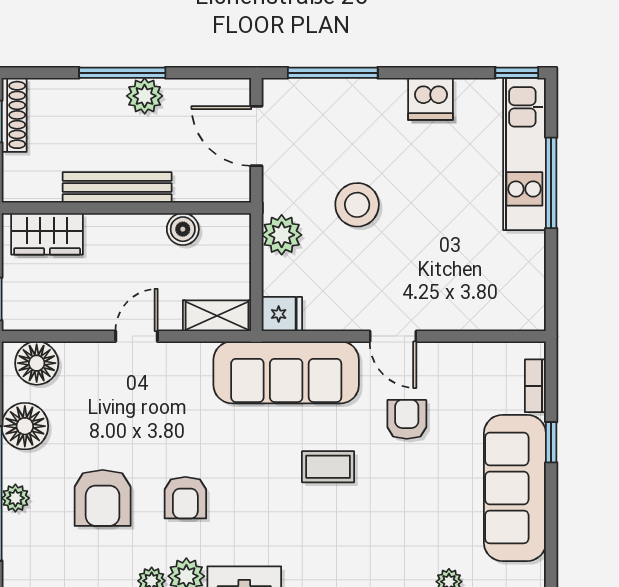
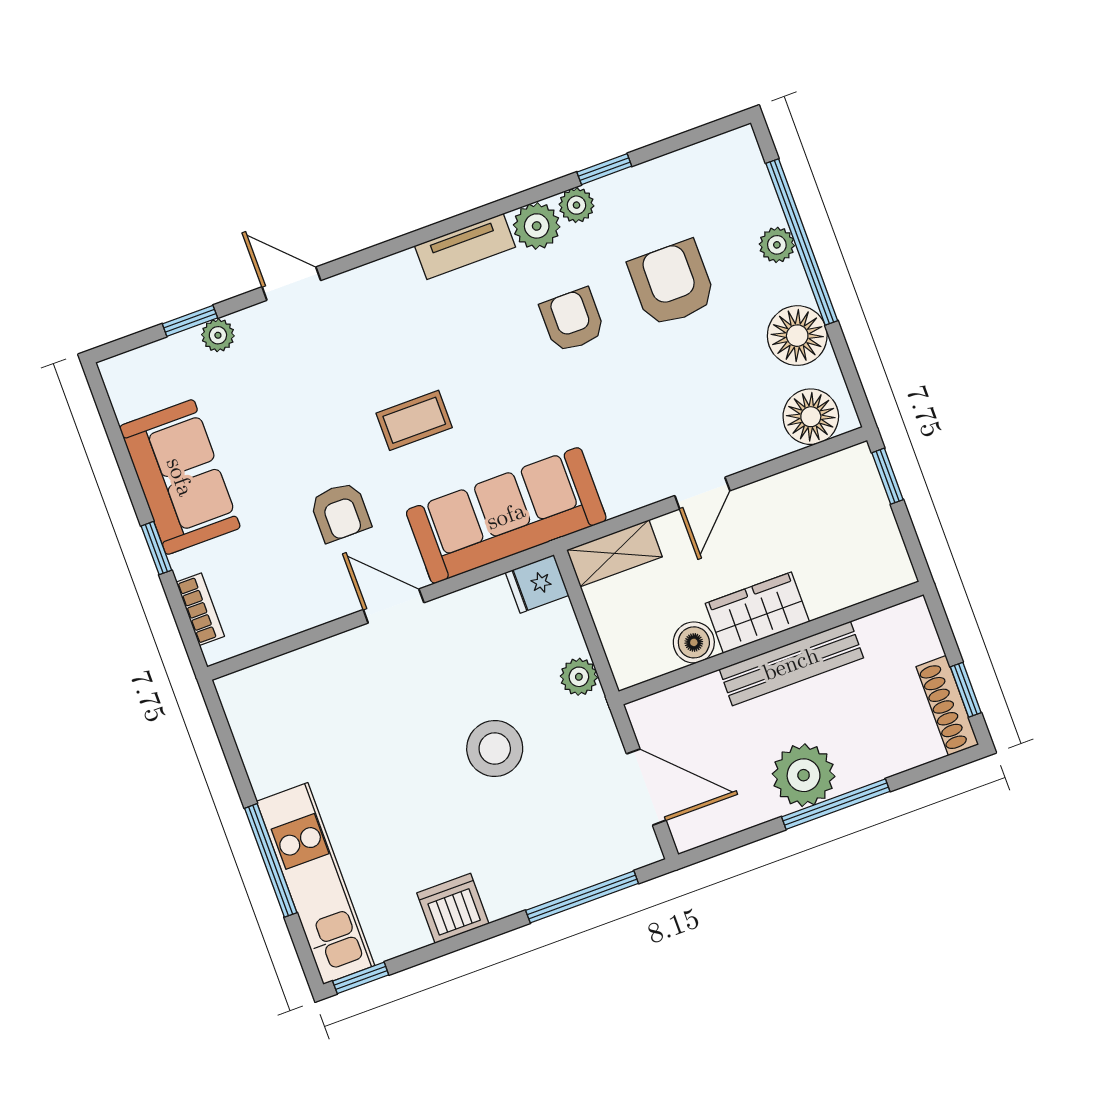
plant: (145, 96) -> (804, 775), width x1.36, depth x1.36
wardrobe: (47, 234) -> (757, 613), moved
plant: (282, 235) -> (579, 677), width x0.73, depth x0.73
sofa: (515, 488) -> (180, 477), width x0.73

